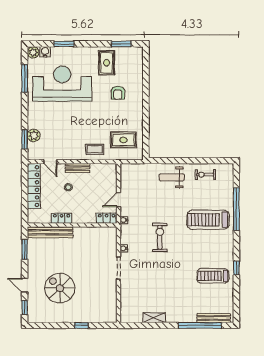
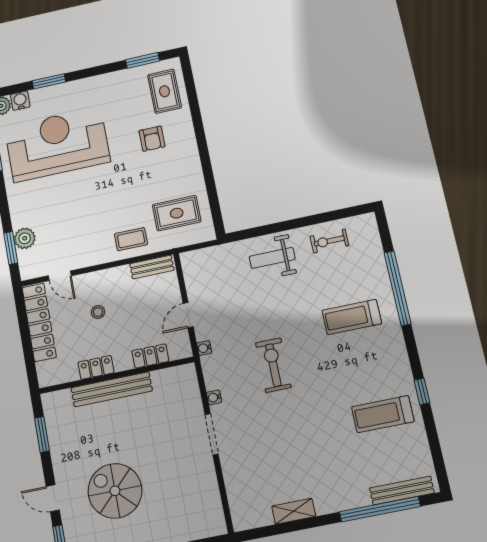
rug: (107, 63) -> (165, 91), moved
bench: (77, 168) -> (152, 267), moved
locker: (107, 218) -> (150, 356), moved
treadmill: (208, 220) -> (352, 317), width x0.73, depth x0.73
bench: (50, 232) -> (112, 389), moved

